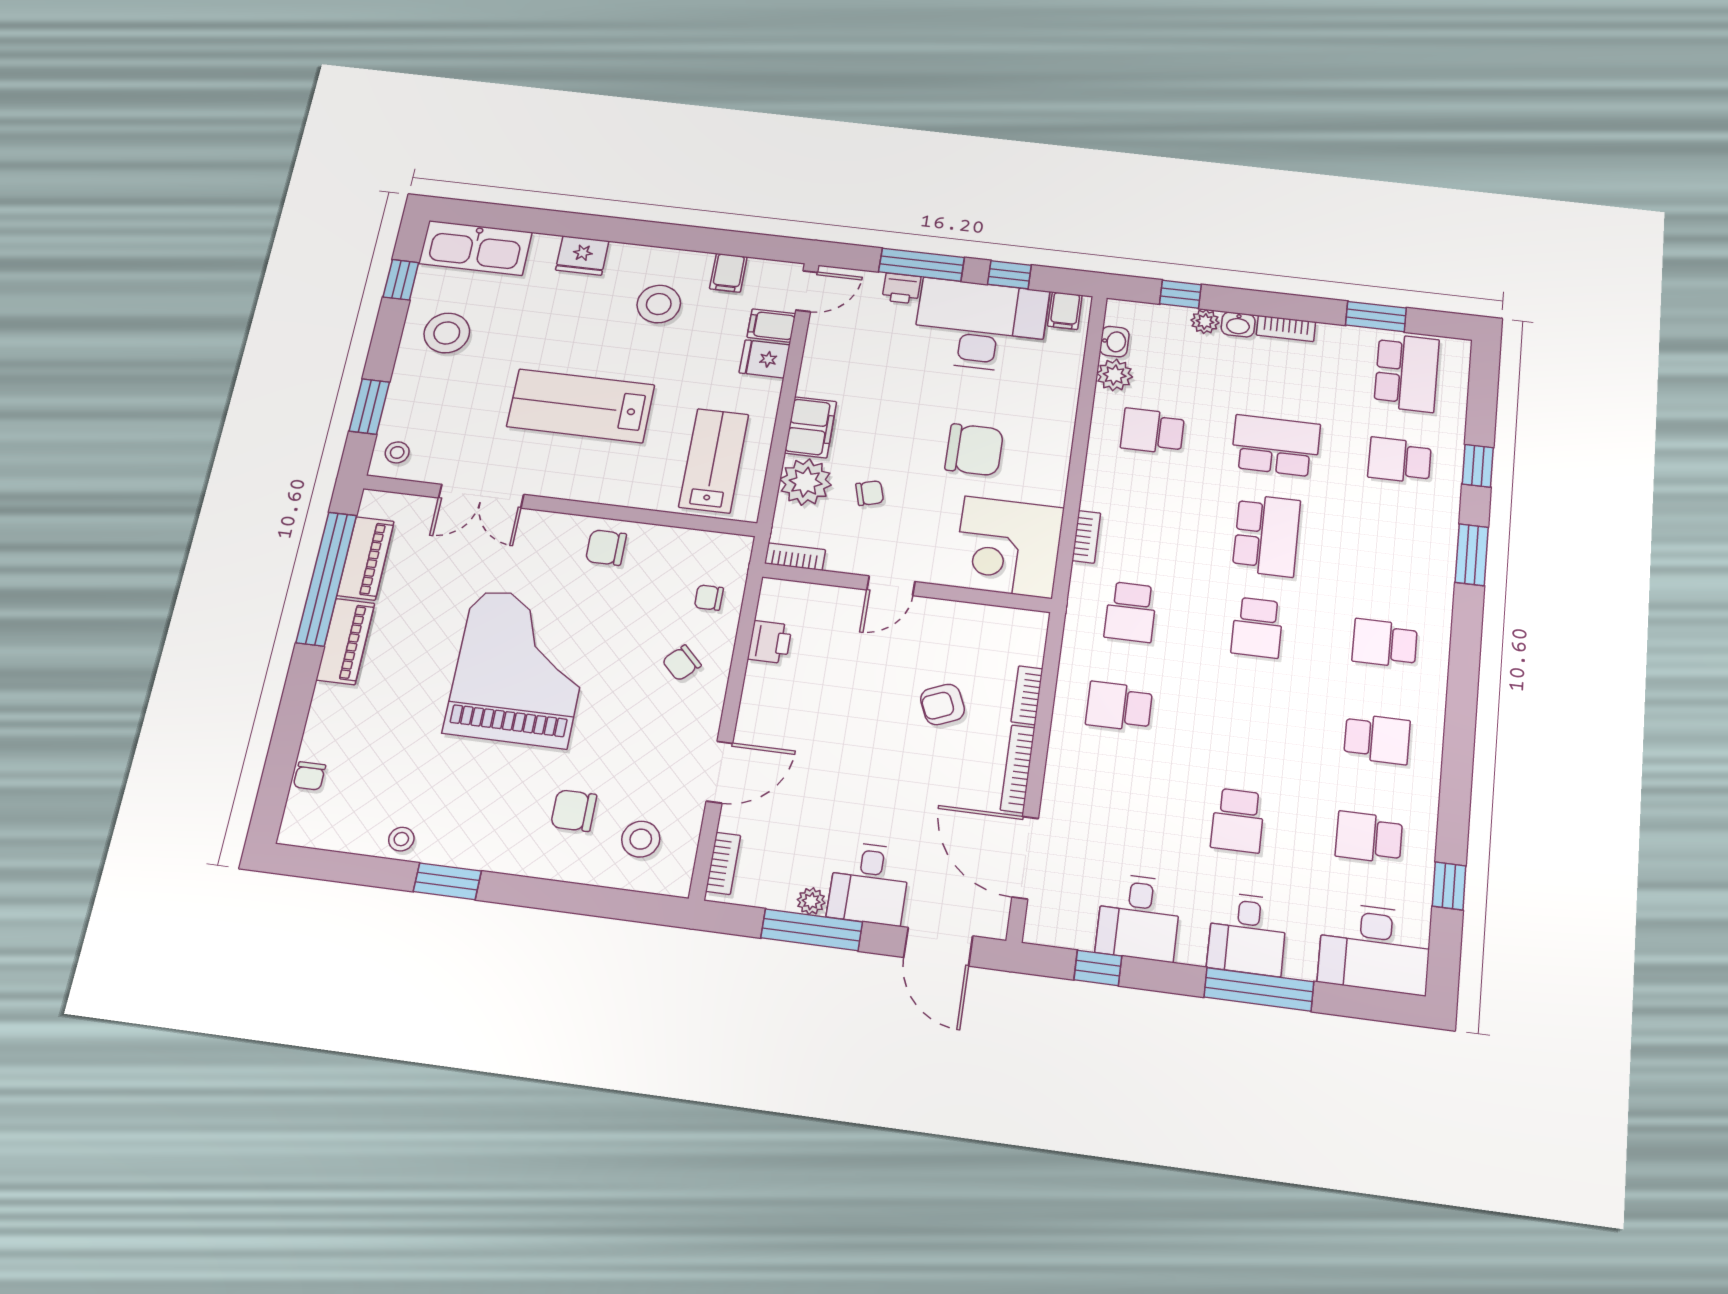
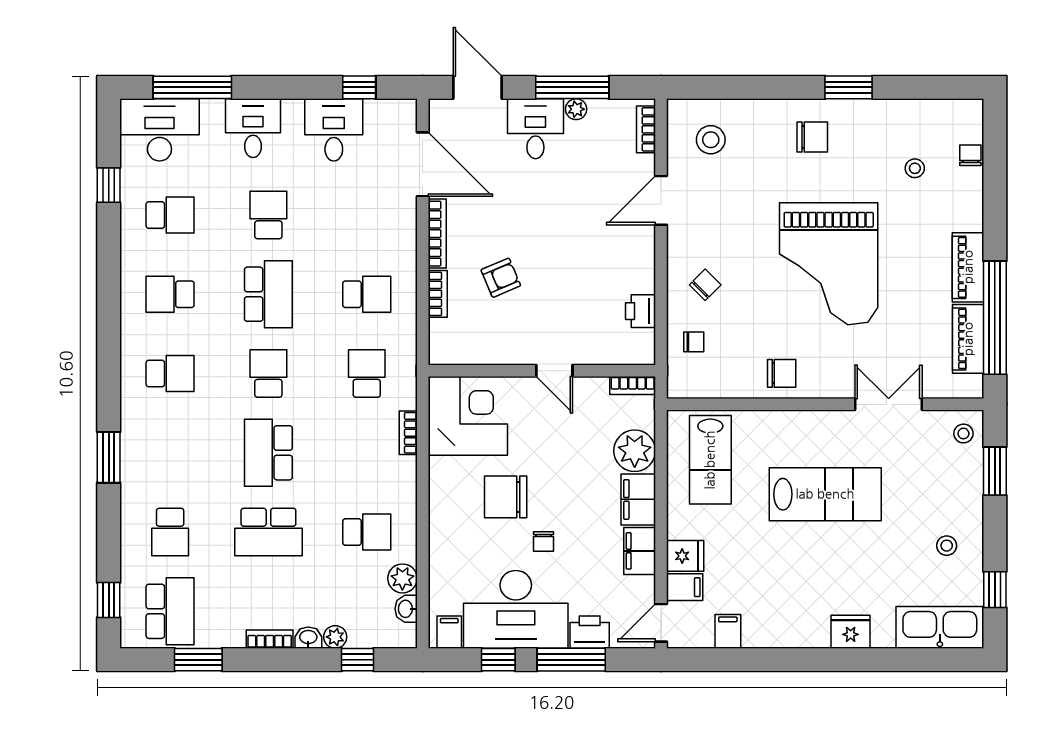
printer: (901, 288) -> (590, 632), width x1.36, depth x1.24
stool: (659, 304) -> (779, 595), removed
stool: (447, 333) -> (947, 546), width x0.53, depth x0.53
filing cabinet: (819, 371) -> (640, 551), added
school desk: (1407, 373) -> (170, 611), turned 180
school desk: (1400, 460) -> (170, 532), turned 90
window: (1478, 466) -> (109, 600), moved
chair: (870, 493) -> (544, 541), moved, turned -74
door: (891, 586) -> (554, 371), swing flipped
school desk: (1248, 723) -> (268, 294), added
chair: (574, 811) -> (812, 137), moved
stool: (401, 839) -> (915, 168), moved
window: (1259, 989) -> (192, 87), moved

